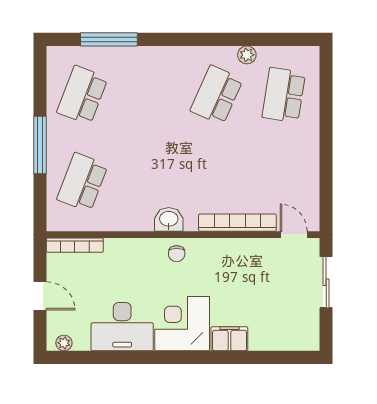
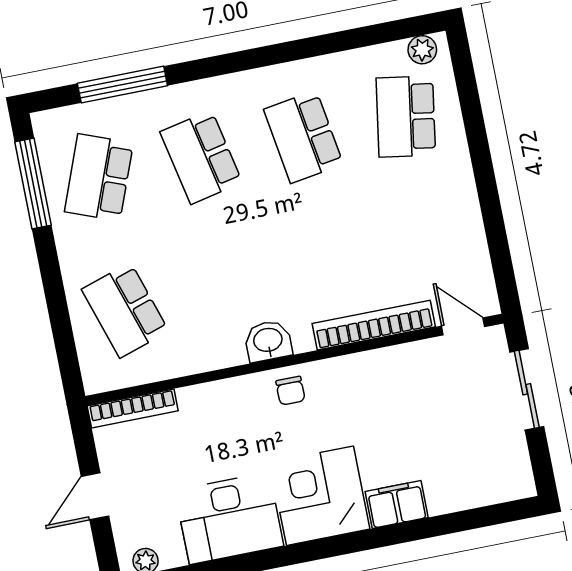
plant: (247, 55) -> (422, 50), moved
school desk: (149, 95) -> (201, 157), added
school desk: (217, 95) -> (303, 137), turned -33
window: (40, 145) -> (33, 183), moved
school desk: (82, 182) -> (125, 310), turned -39
door: (40, 296) -> (95, 496), swing flipped

